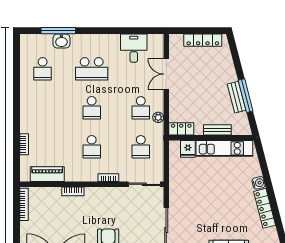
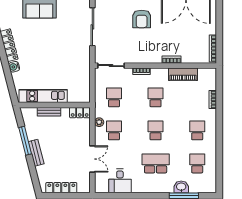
bench: (237, 97) -> (36, 153), moved
school desk: (43, 108) -> (197, 130), added
fridge: (188, 149) -> (74, 95), removed
piano: (47, 174) -> (183, 74), moved

